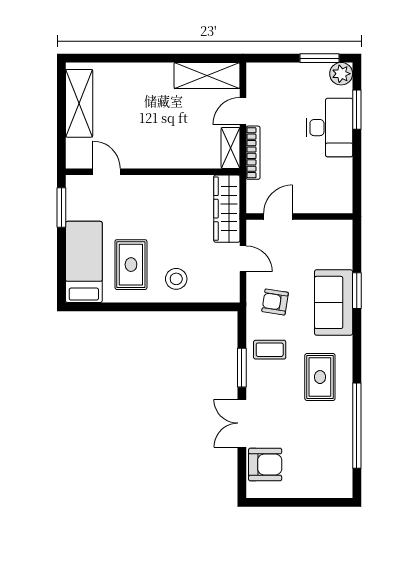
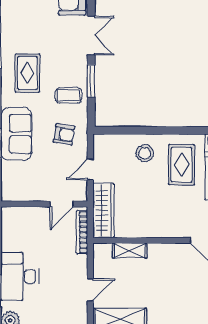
shelving: (231, 148) -> (130, 251), moved, turned 90
bookcase: (253, 153) -> (82, 232), moved
door: (243, 259) -> (90, 170), hinge flipped

